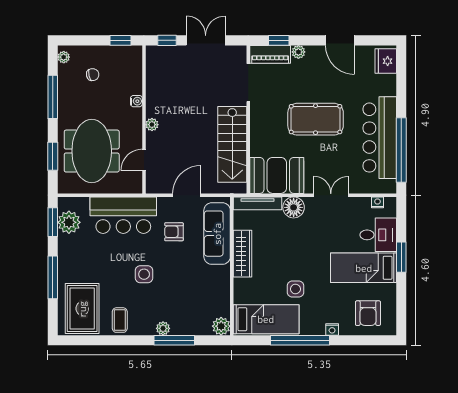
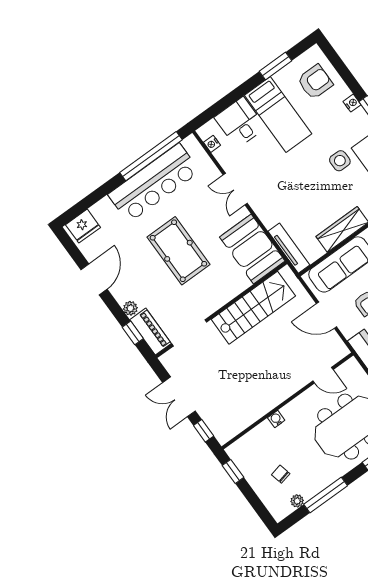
plant: (64, 57) -> (297, 501), moved
plant: (152, 125) -> (287, 391), removed
floor lamp: (294, 207) -> (270, 214), removed
window: (401, 257) -> (276, 66), moved

